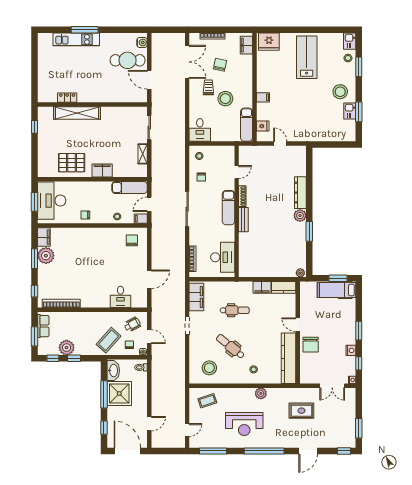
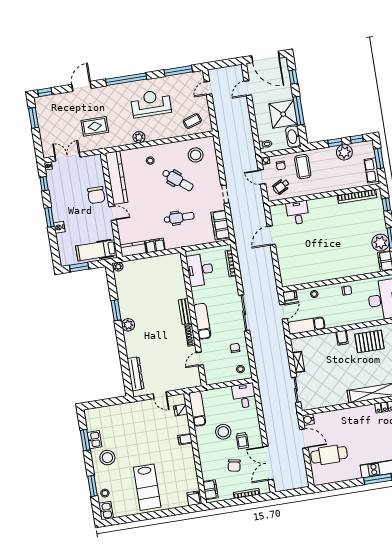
water cooler: (142, 42) -> (308, 420), moved
fridge: (269, 42) -> (193, 498), width x0.53, depth x0.75
filing cabinet: (102, 170) -> (342, 338), width x0.50
dresser: (300, 193) -> (135, 374), moved
chair: (132, 240) -> (295, 272), removed
hospital bed: (337, 290) -> (96, 250), moved, turned 180
dental chair: (235, 310) -> (179, 218), turned 180
coffee table: (109, 340) -> (303, 167), turned -42
chair: (311, 345) -> (96, 195), turned 180
nightstand: (351, 350) -> (59, 227), moved

